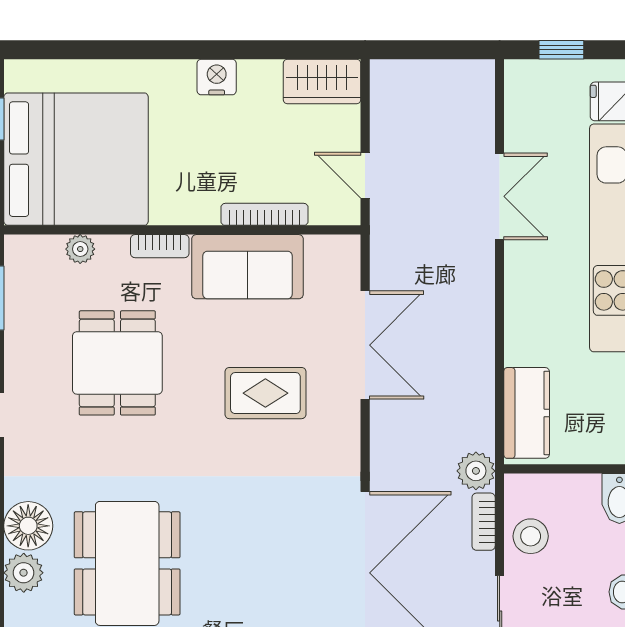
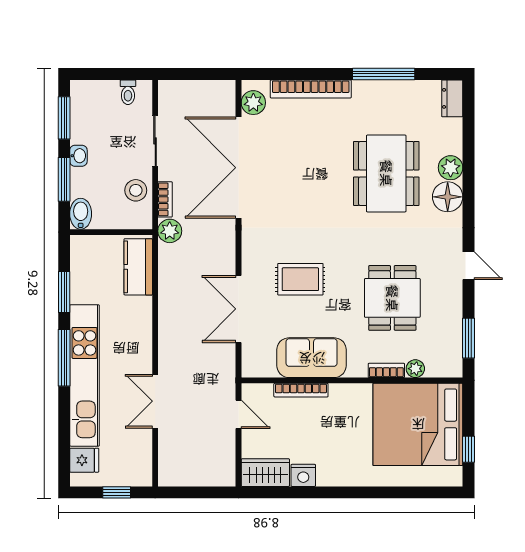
nightstand: (217, 77) -> (303, 475), moved
bookcase: (160, 246) -> (386, 370), moved

